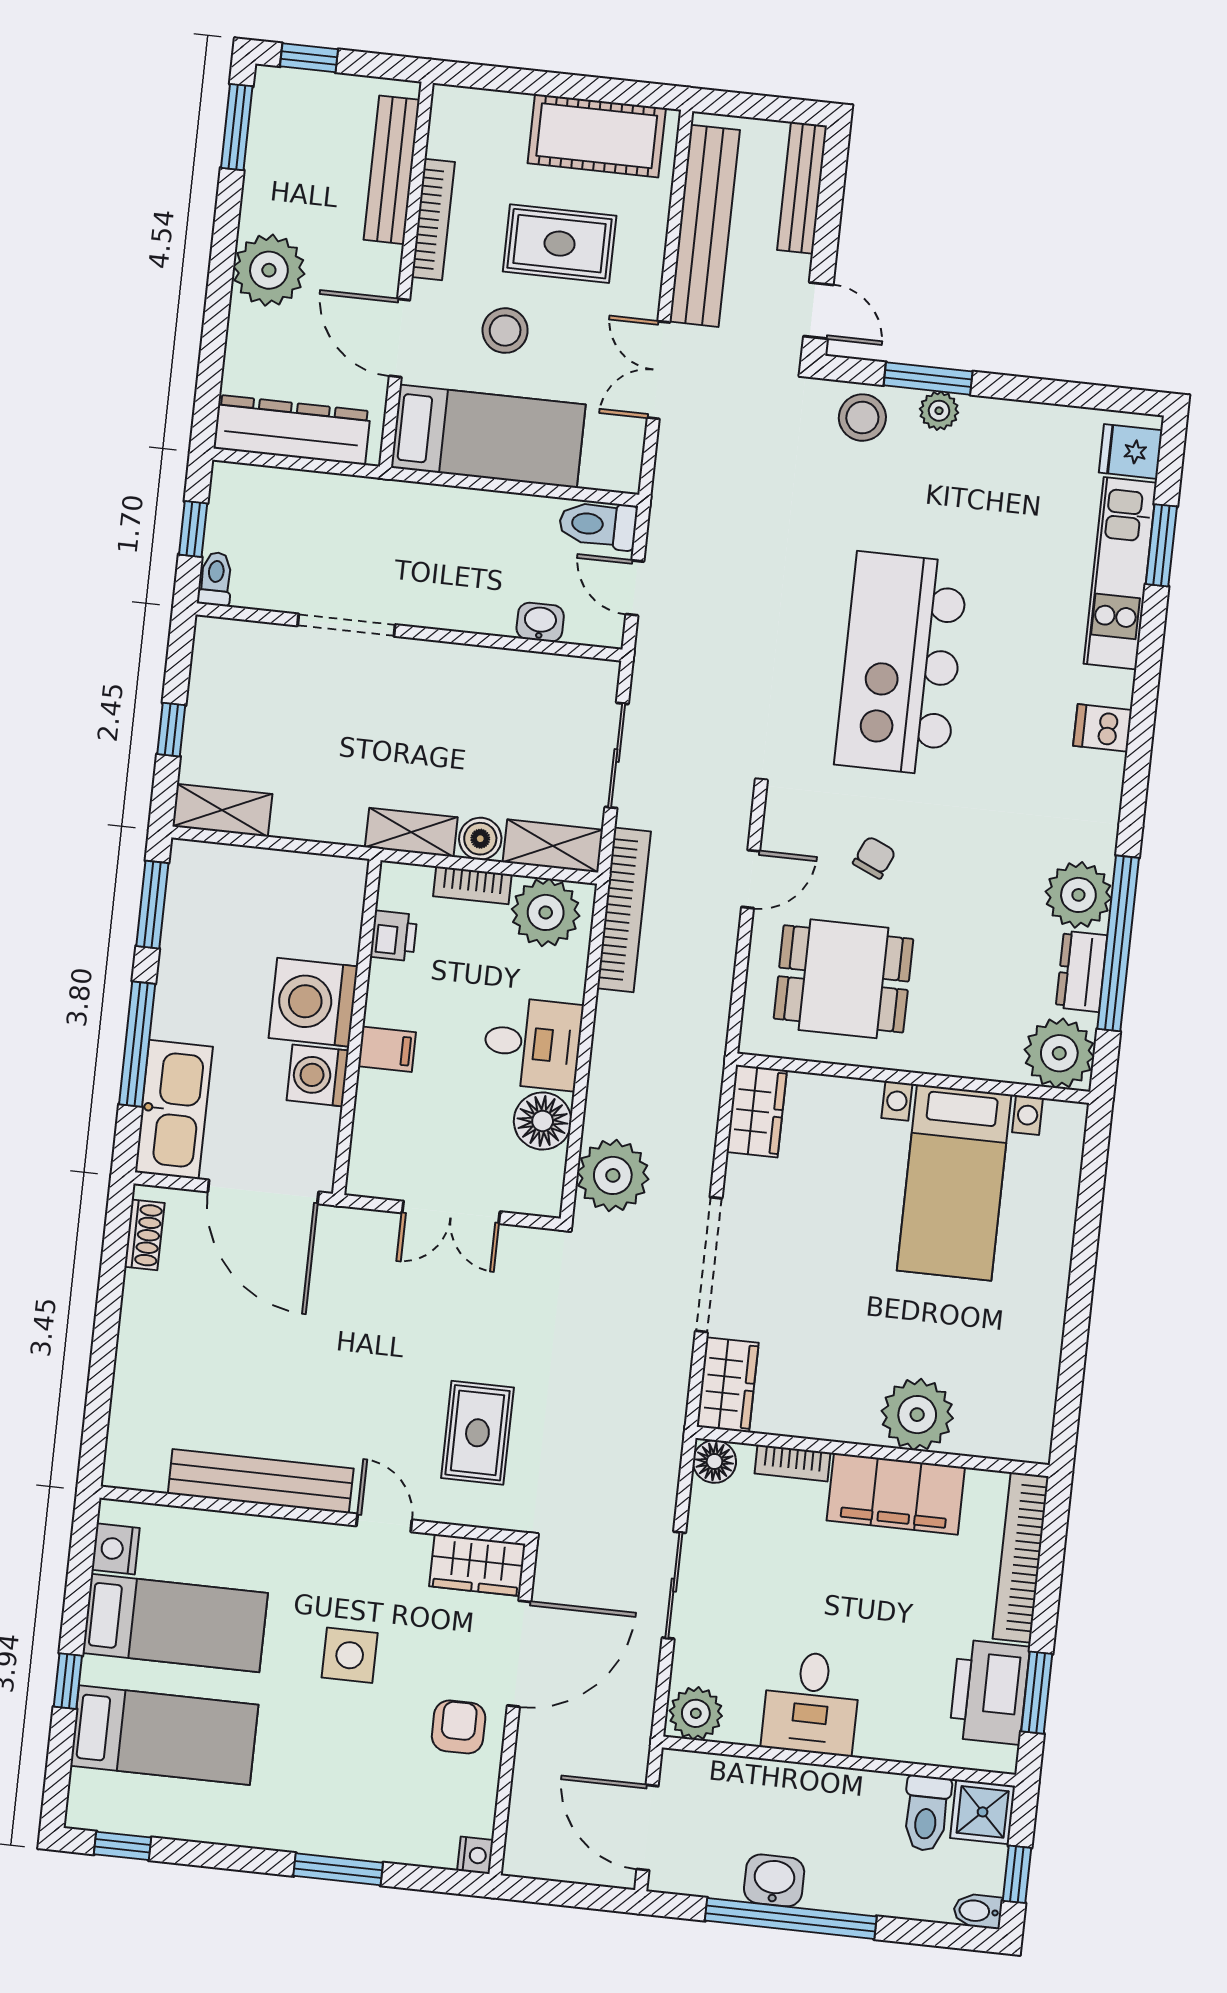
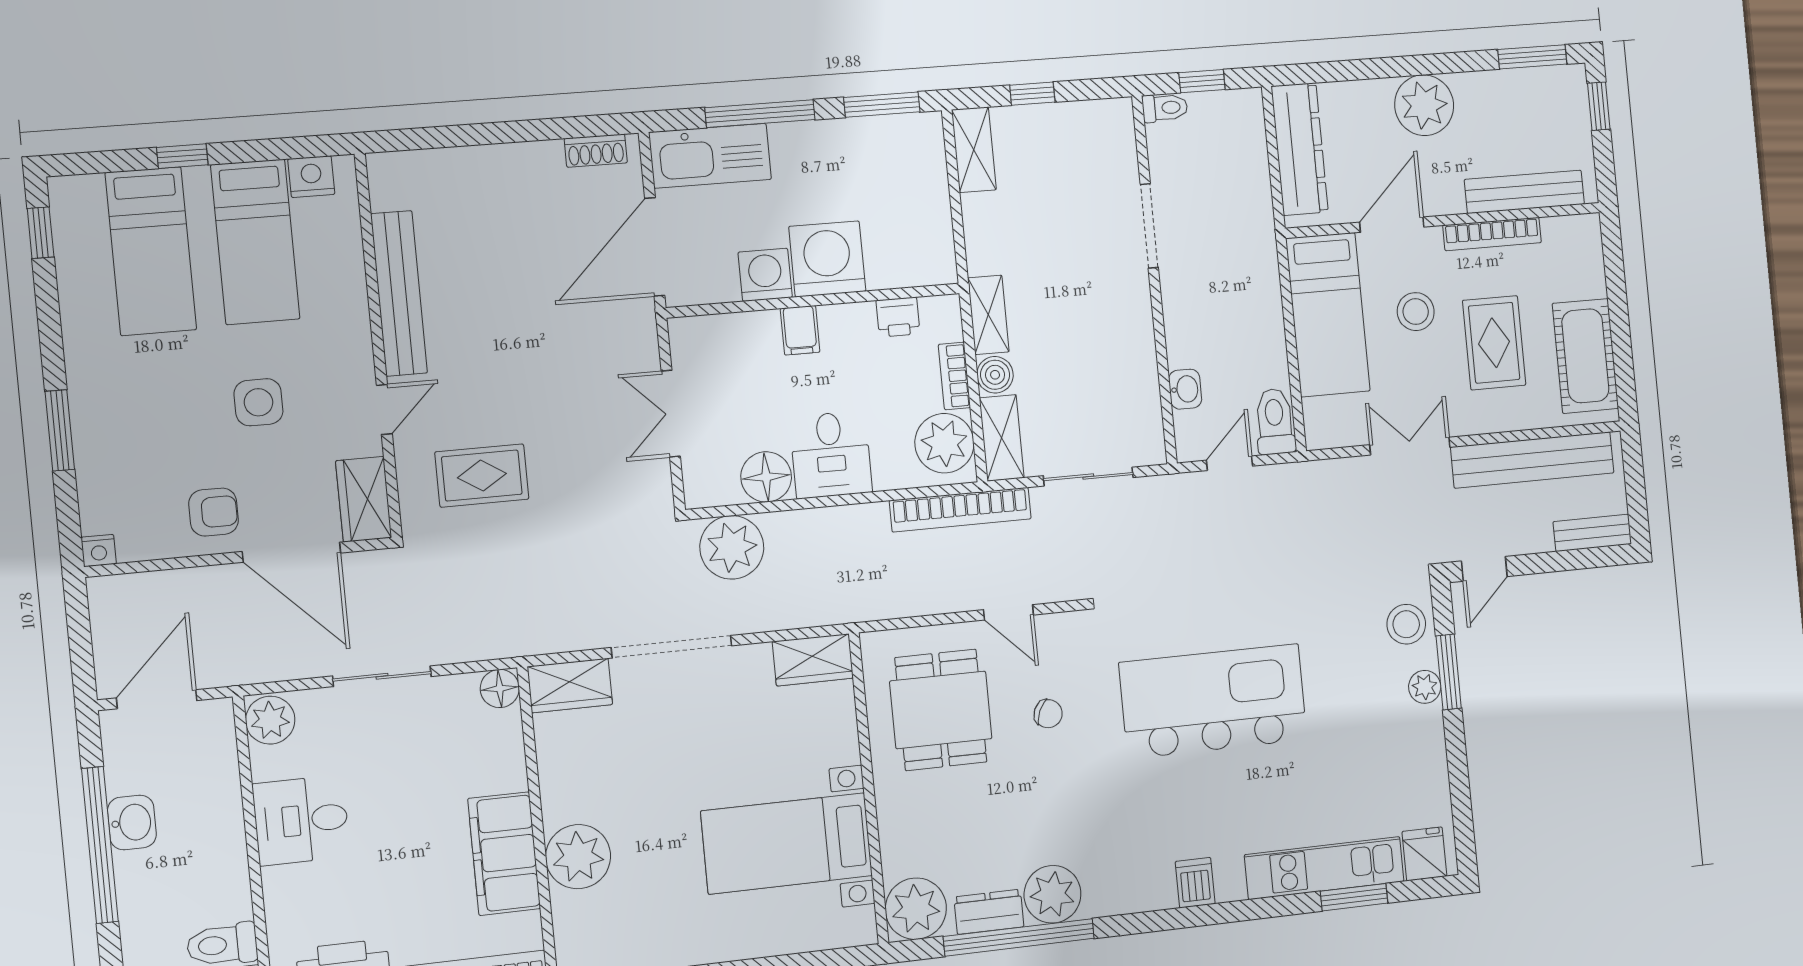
bench: (802, 188) -> (1592, 533), width x0.73
bookcase: (792, 1463) -> (513, 757), removed

